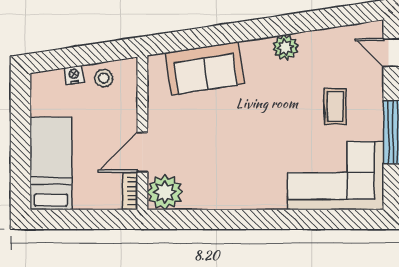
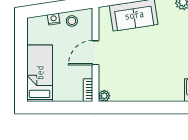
door: (142, 152) -> (95, 53), moved
plant: (165, 192) -> (104, 96), width x0.53, depth x0.53

